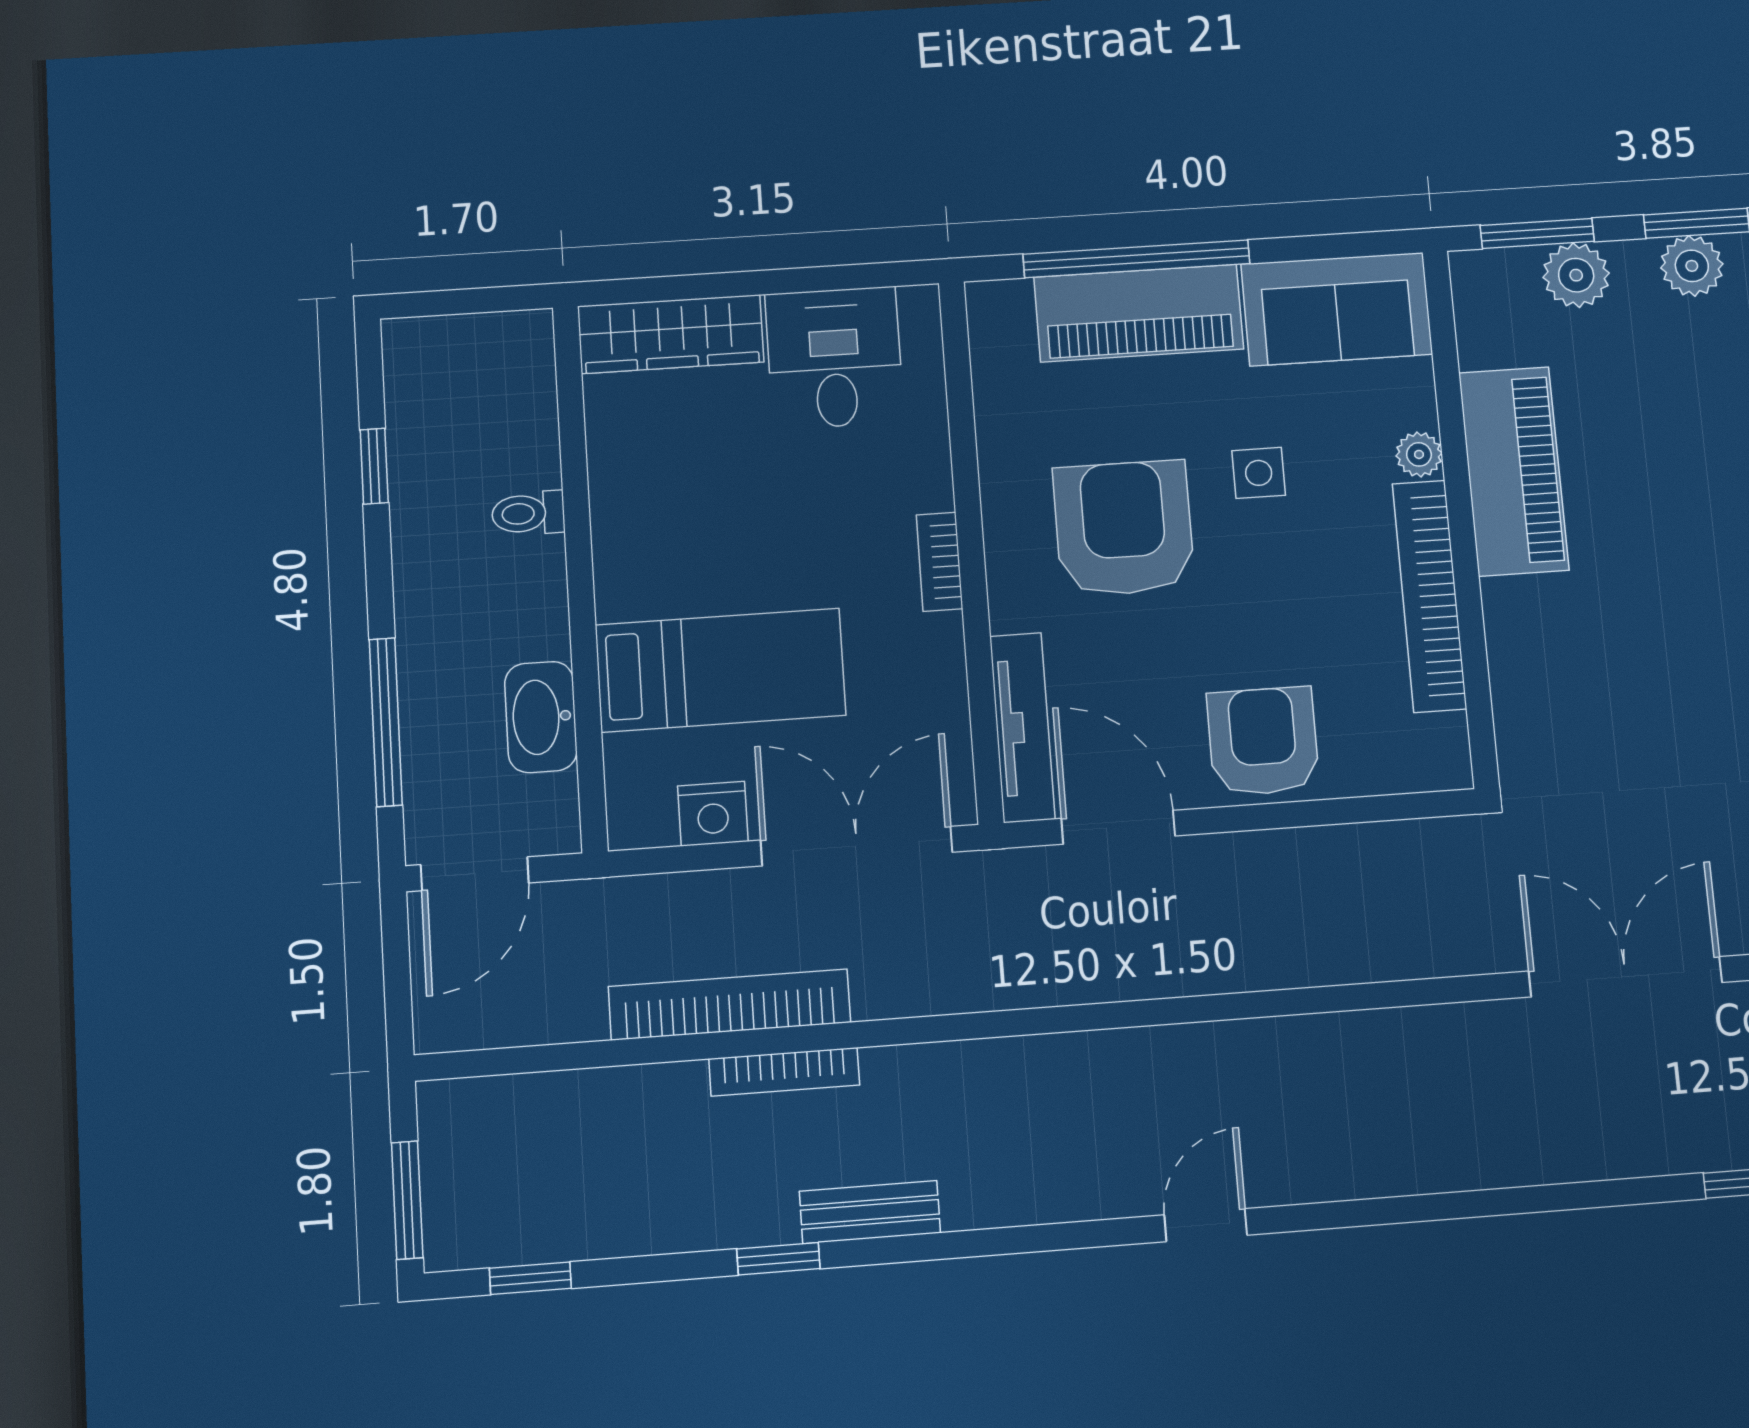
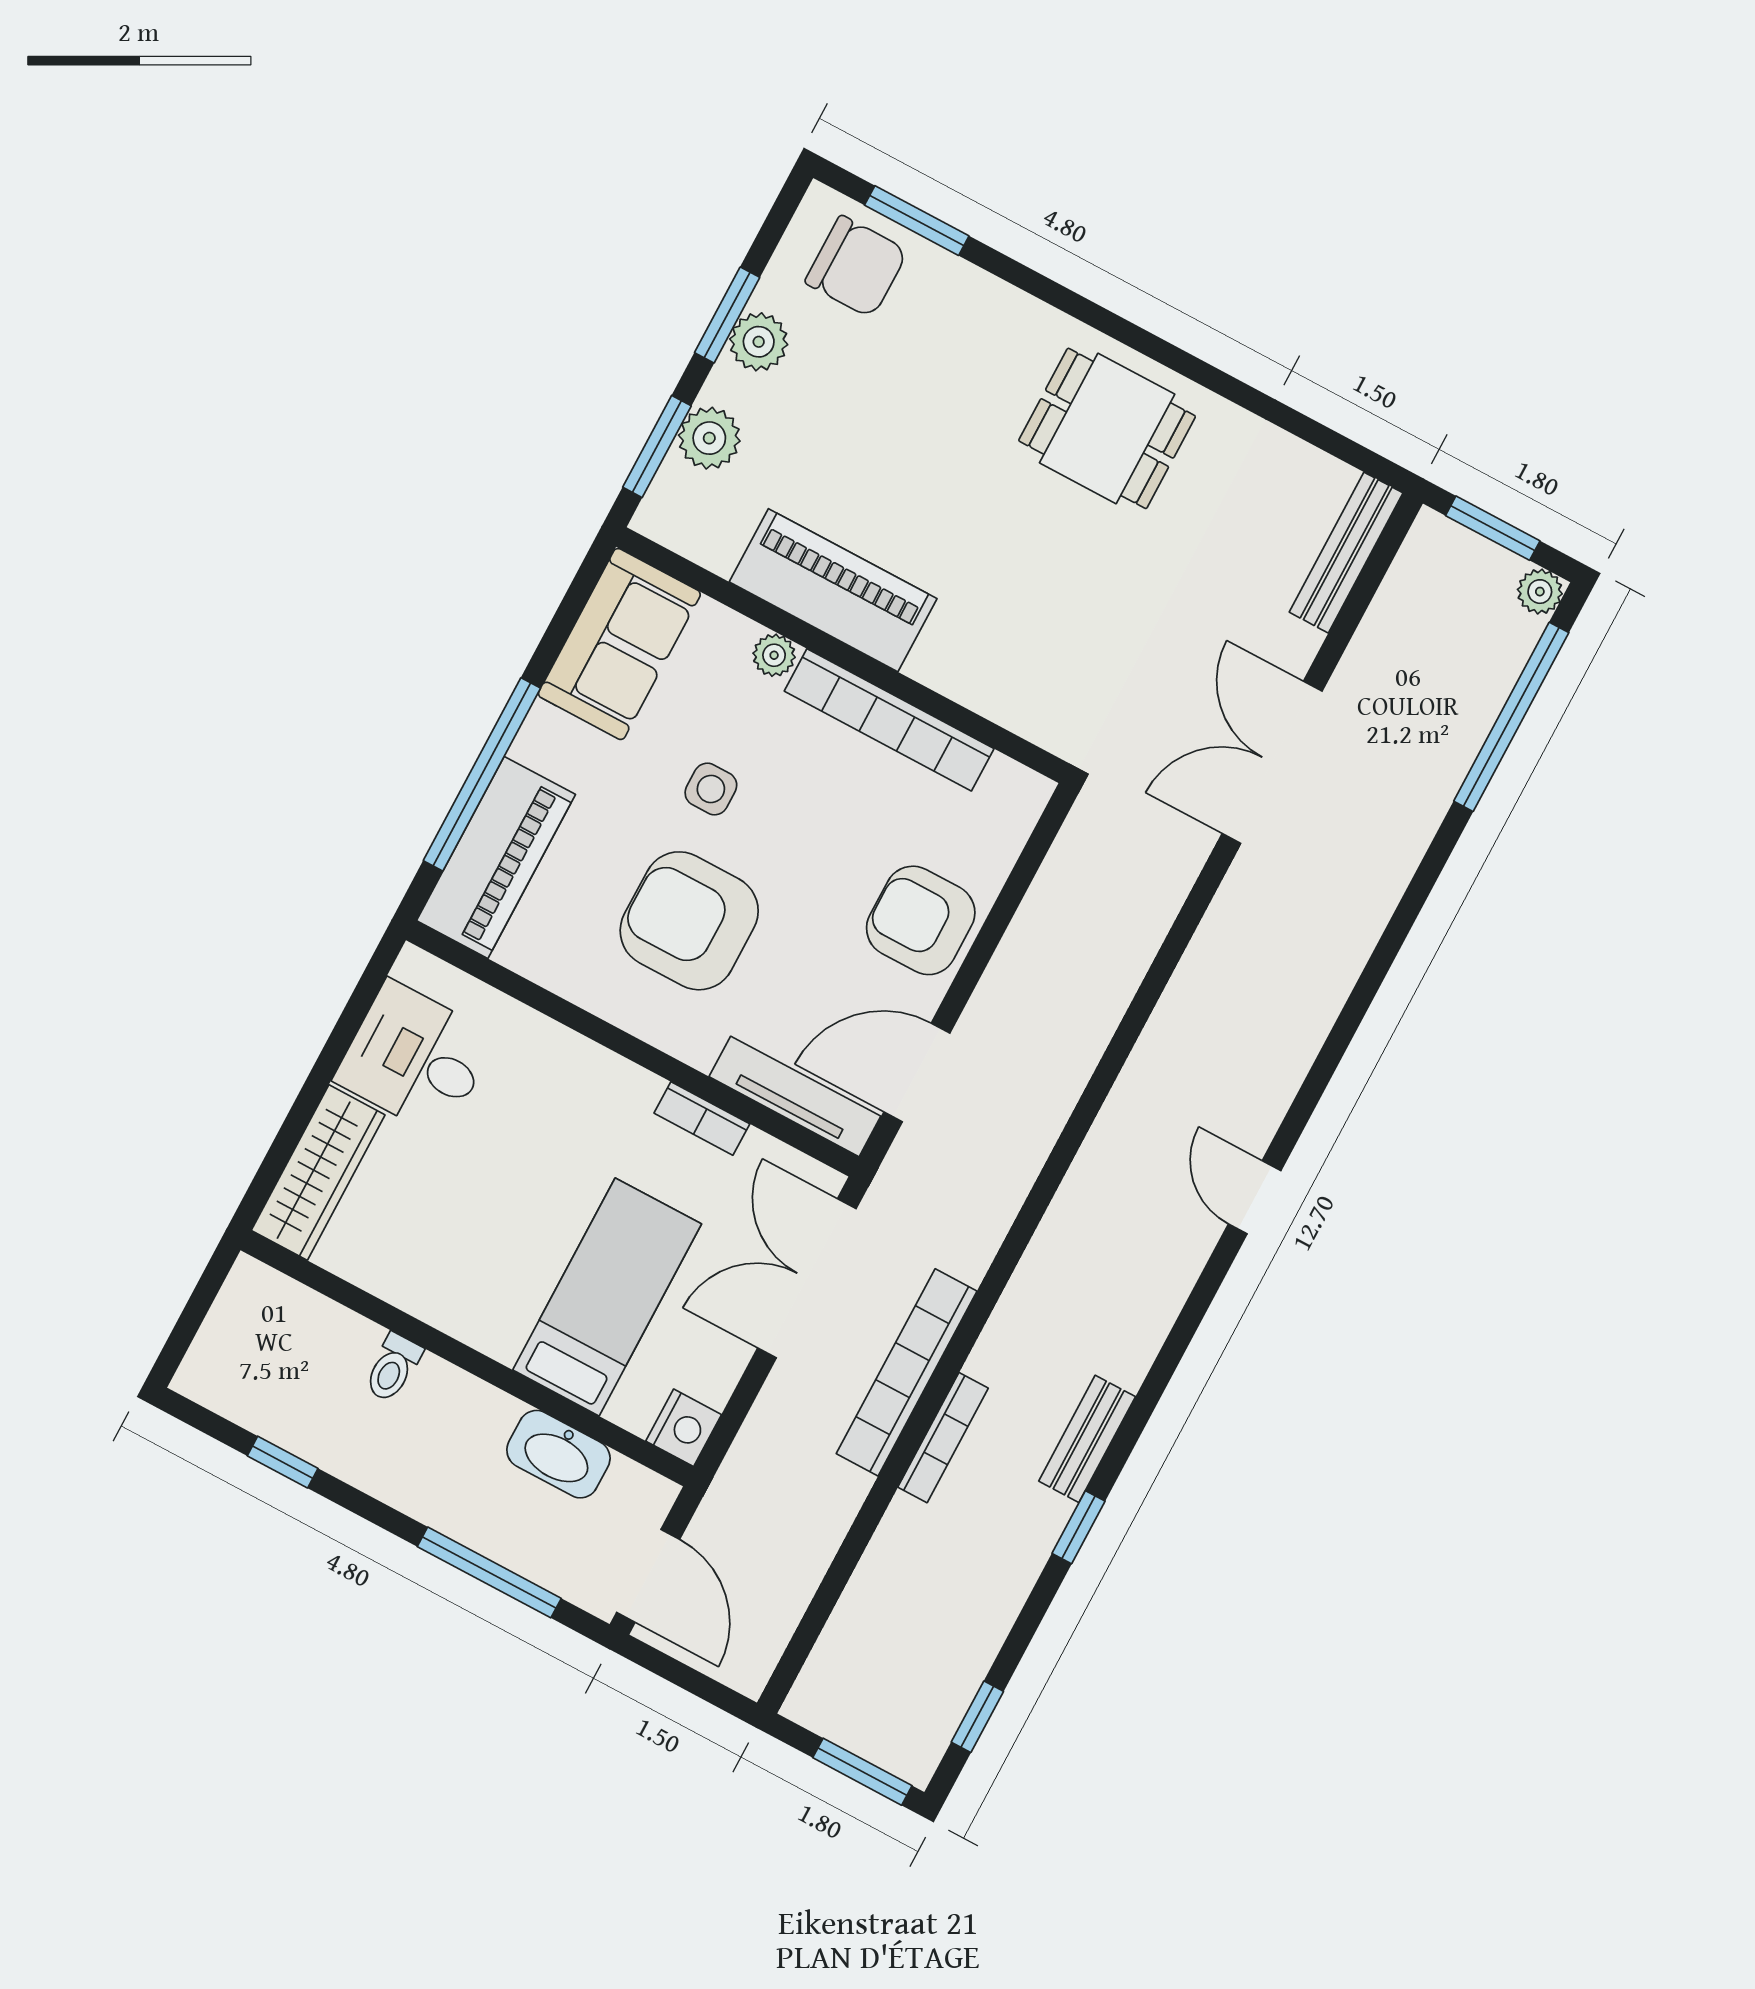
piano: (1139, 313) -> (496, 857), moved
bookcase: (940, 562) -> (702, 1118), moved
nightstand: (713, 814) -> (684, 1428), moved
bookcase: (730, 1004) -> (907, 1372), moved

